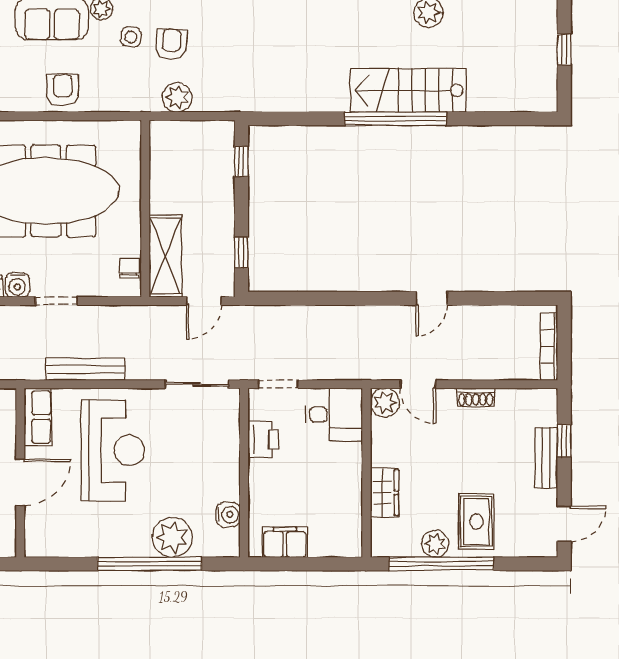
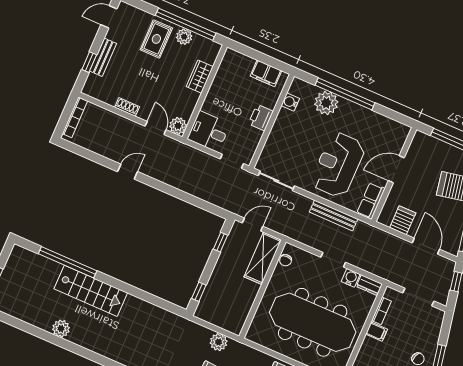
window: (396, 119) -> (68, 262), moved
printer: (263, 439) -> (261, 118), moved

